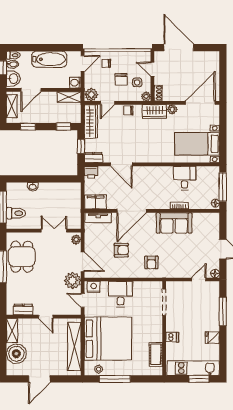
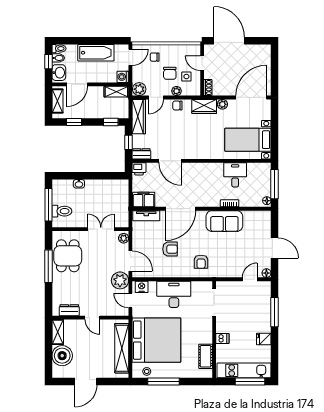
plant: (146, 96) -> (176, 91), moved
desk: (120, 294) -> (174, 294), width x1.37
window: (199, 379) -> (250, 382), width x1.44

